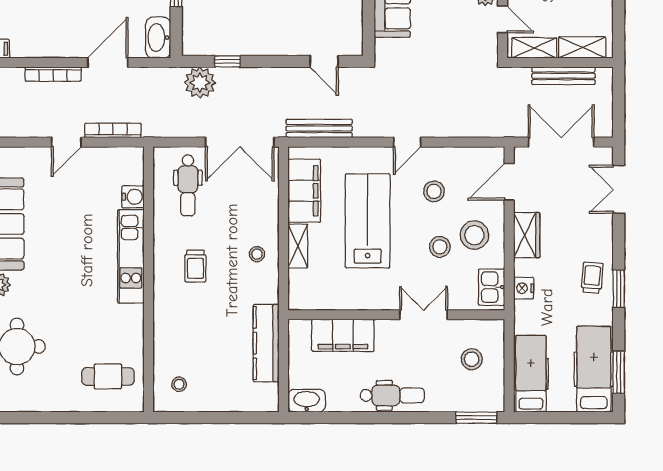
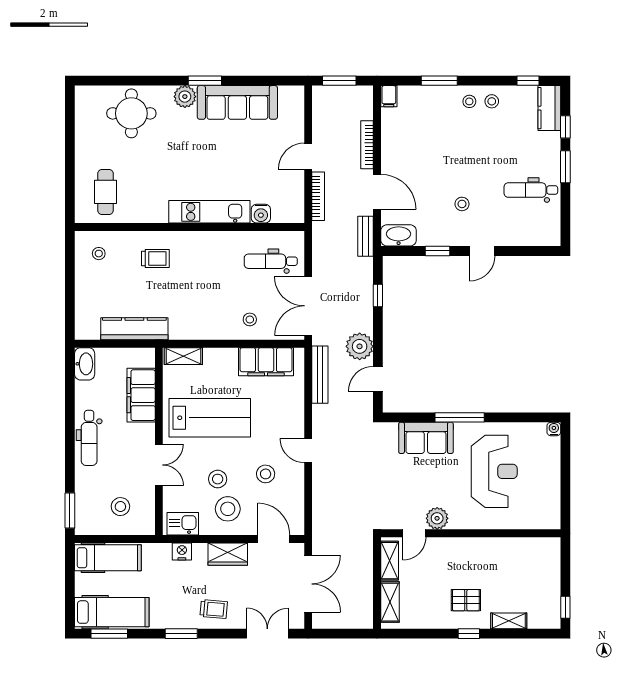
bench: (564, 76) -> (365, 236), moved, width x0.73
plant: (200, 83) -> (360, 346), moved
door: (66, 142) -> (308, 156), hinge flipped
lab bench: (368, 221) -> (210, 418), moved
shelving: (298, 246) -> (183, 356), moved
stool: (257, 254) -> (250, 319), moved
trolley: (195, 266) -> (155, 259), moved, turned 180
trolley: (592, 278) -> (214, 609), moved

